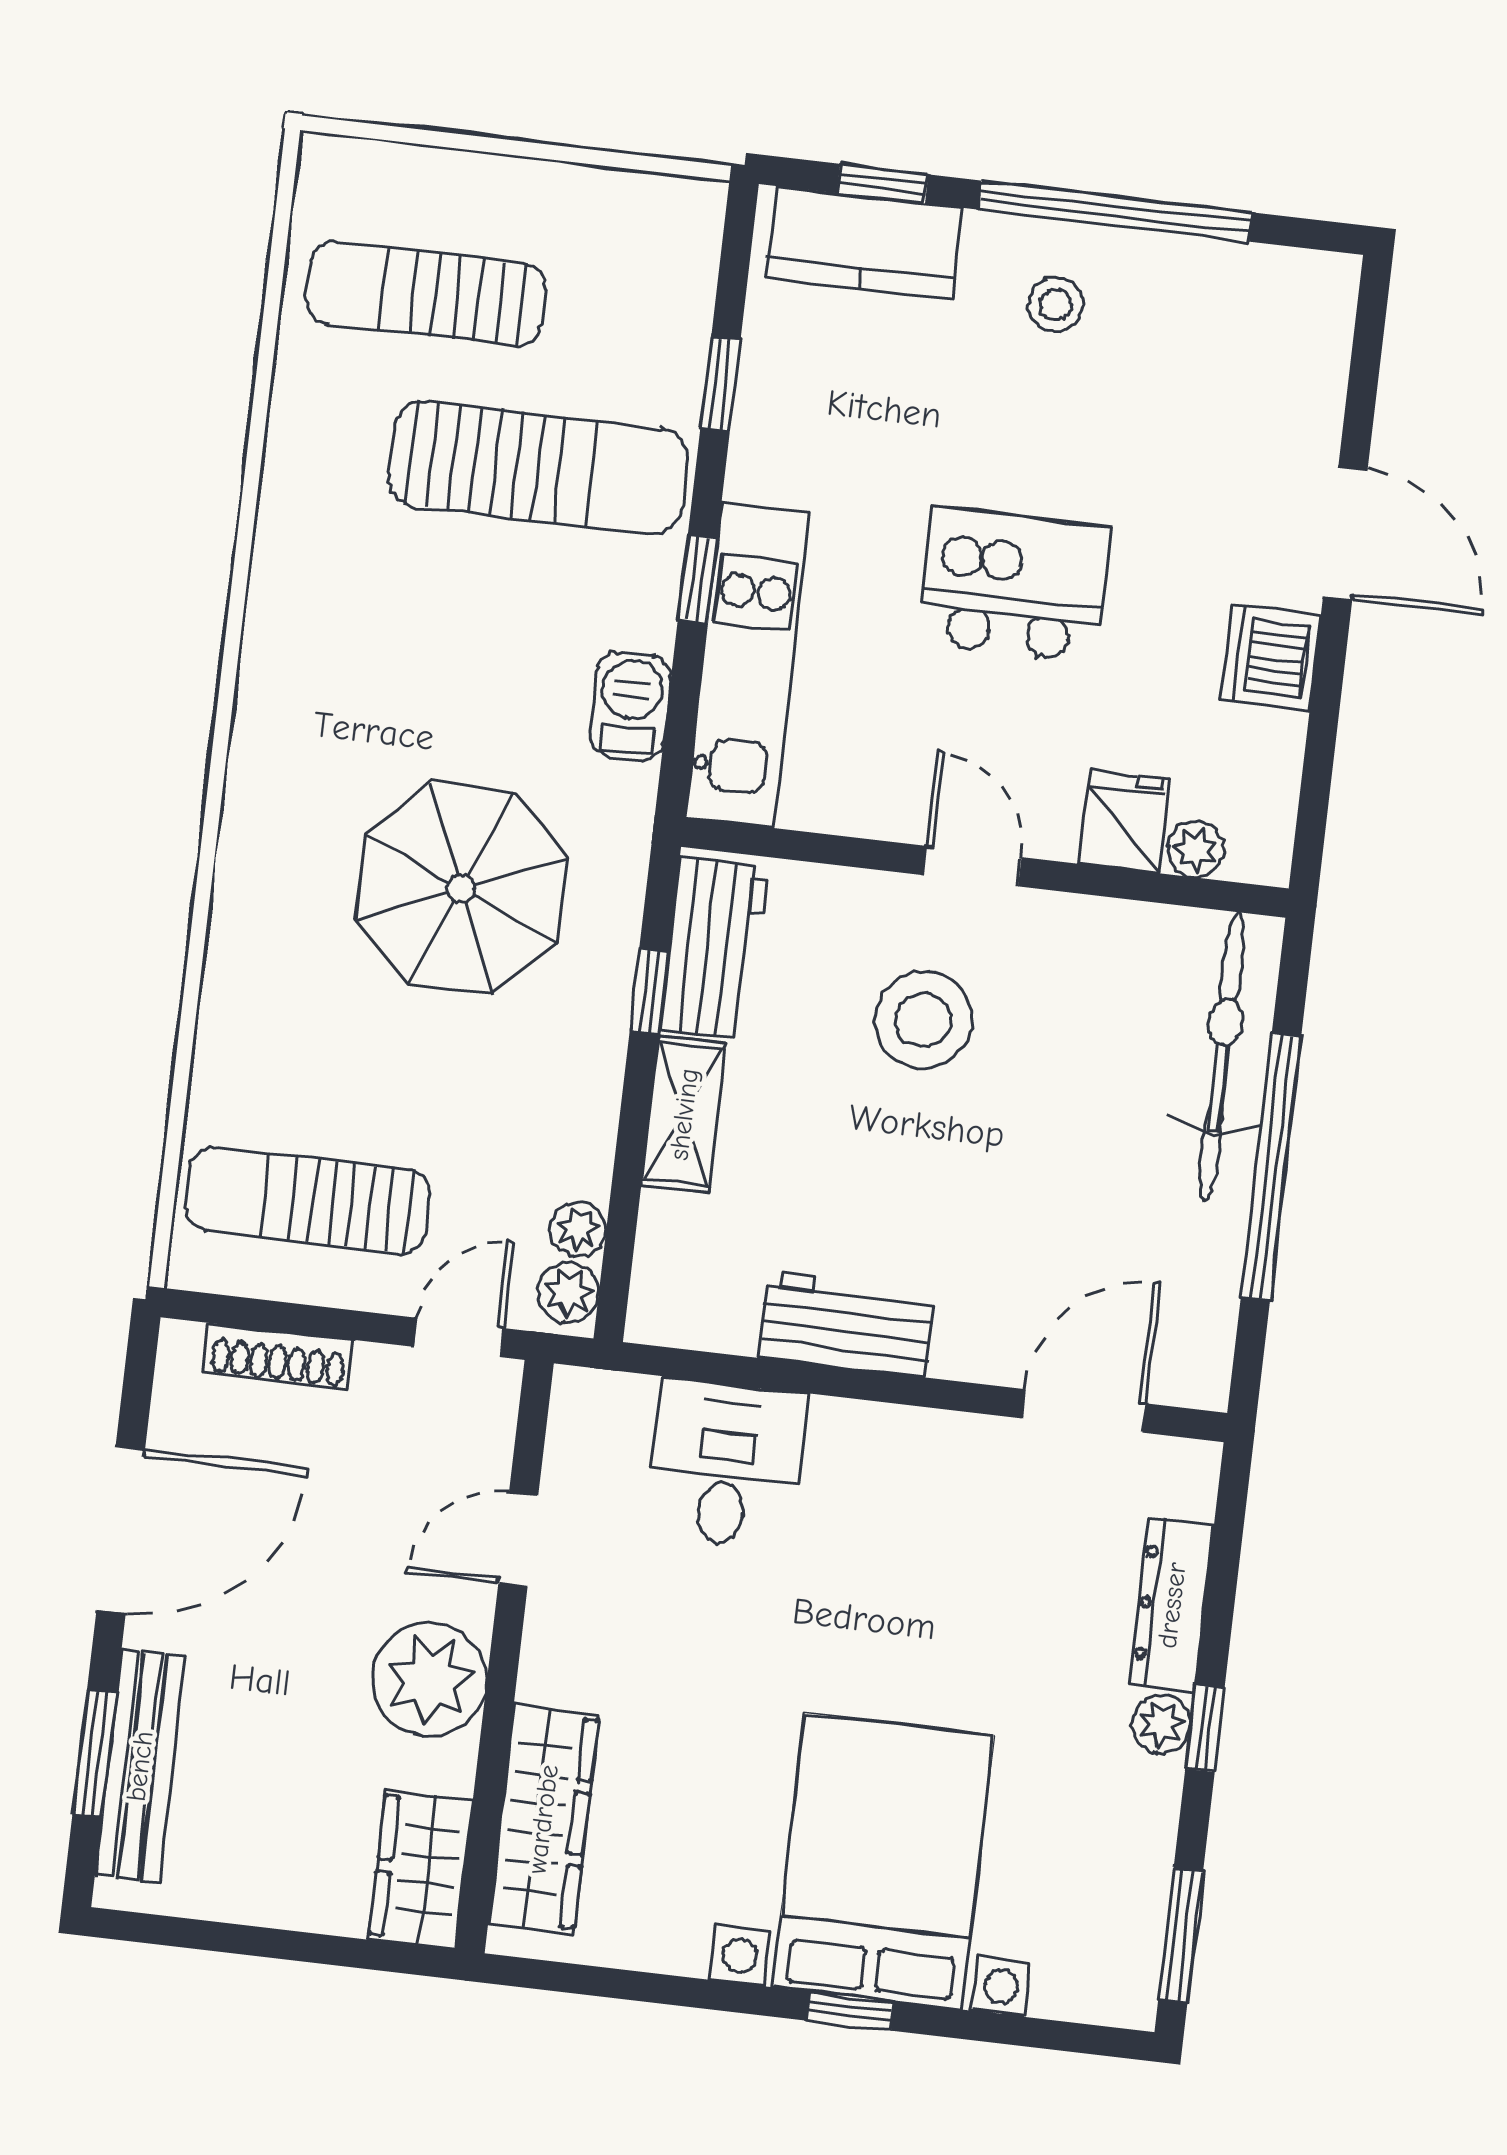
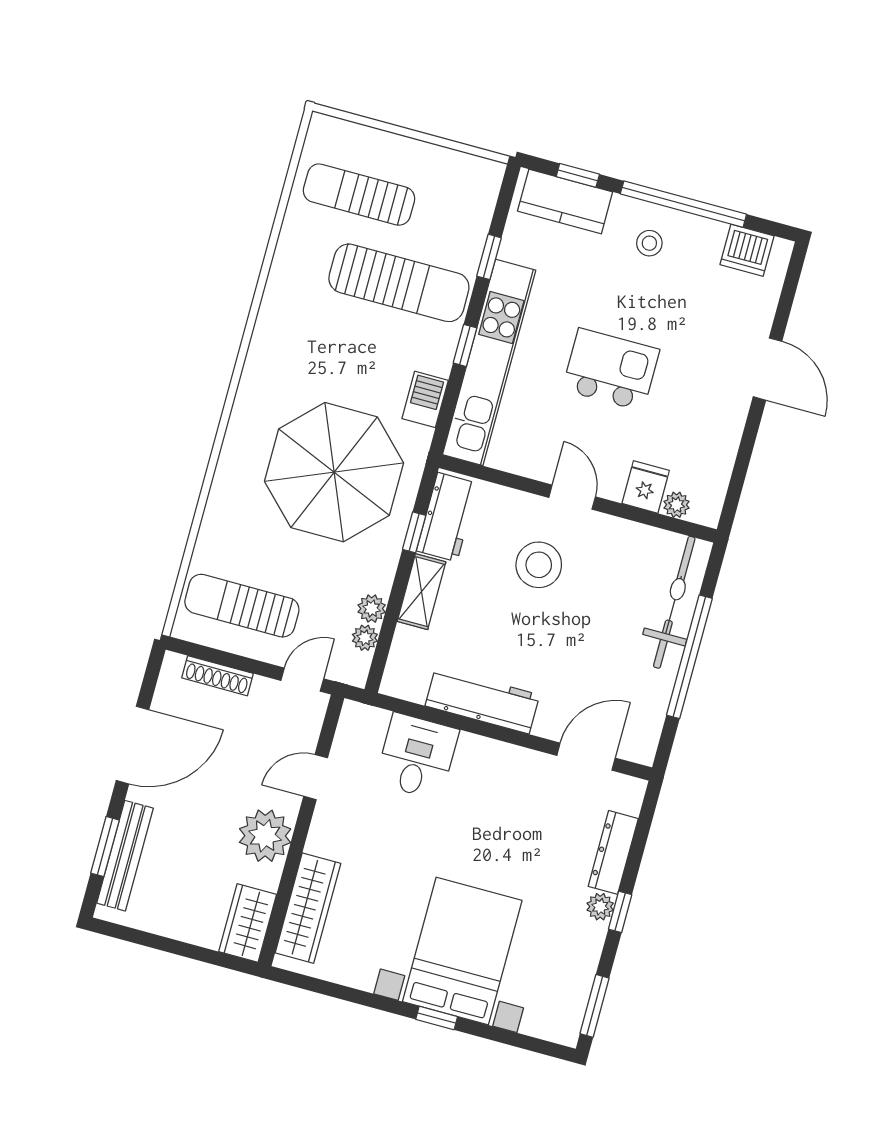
dishwasher: (1271, 658) -> (747, 250), moved, turned -90
kitchen unit: (747, 665) -> (489, 362), width x1.36
parasol: (461, 889) -> (334, 472), width x1.36, depth x1.36
plant: (568, 1293) -> (372, 609), moved
workbench: (847, 1325) -> (482, 700), width x1.38

